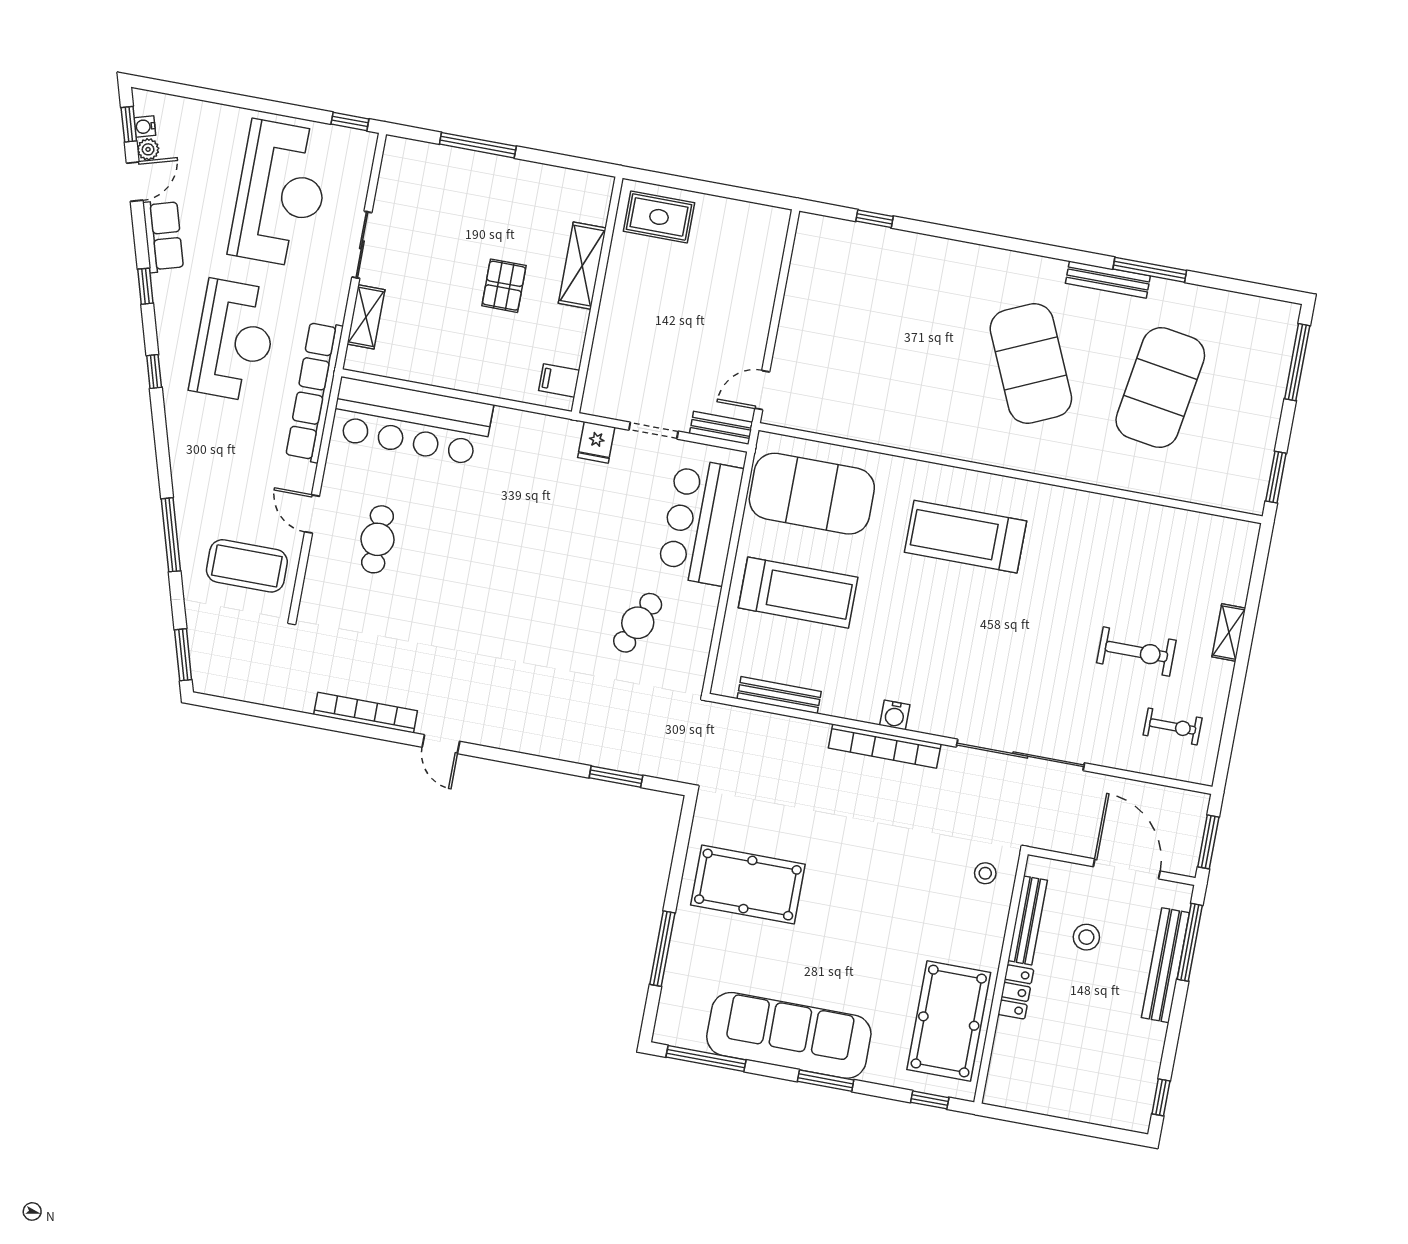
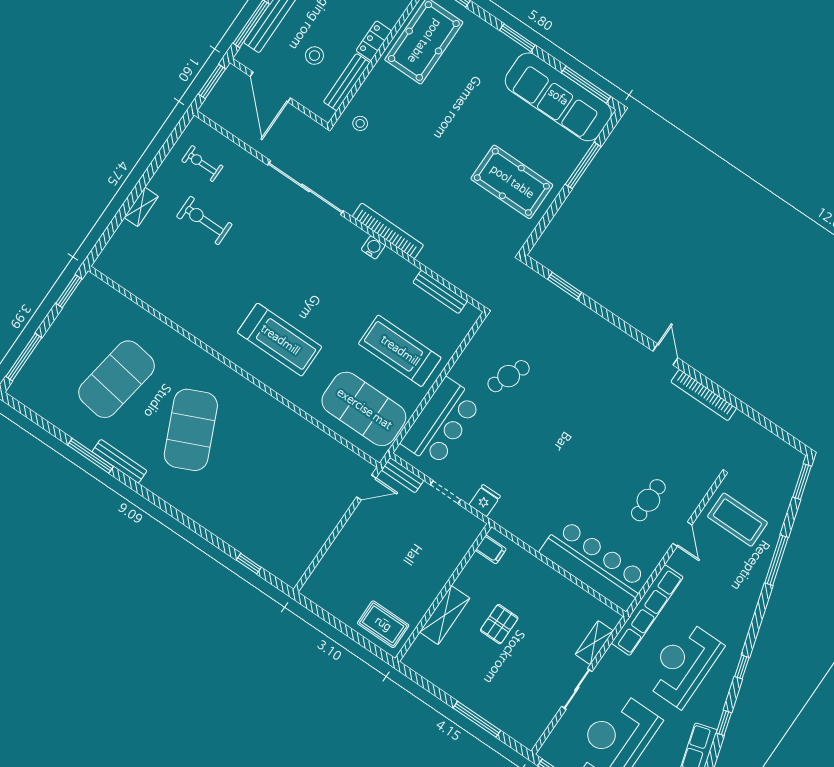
sofa: (789, 1035) -> (558, 97), moved

